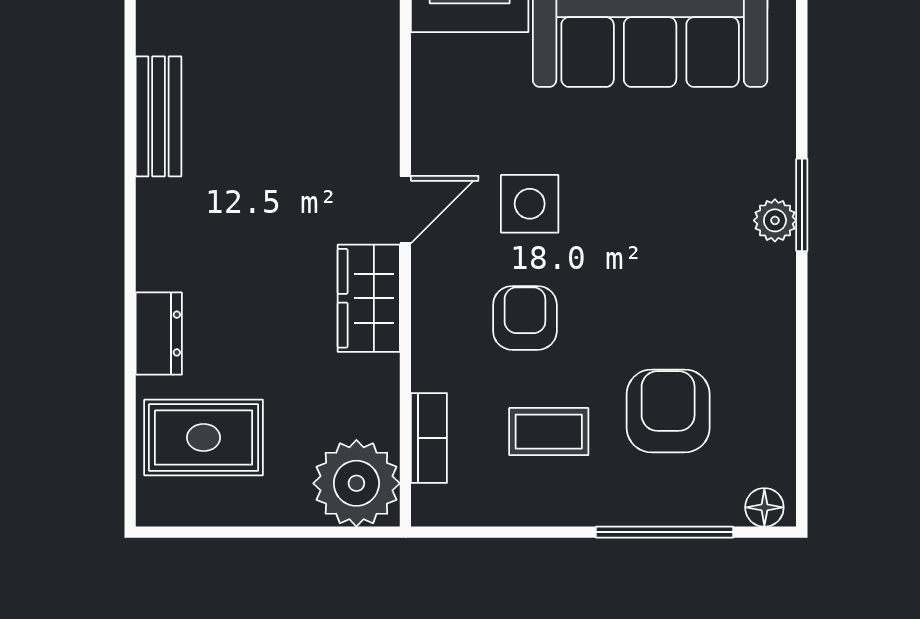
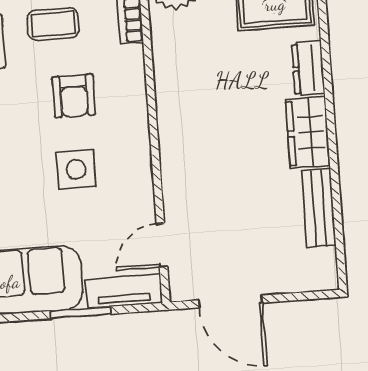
door: (405, 210) -> (162, 245), moved
wardrobe: (369, 298) -> (308, 133), moved, turned 180

